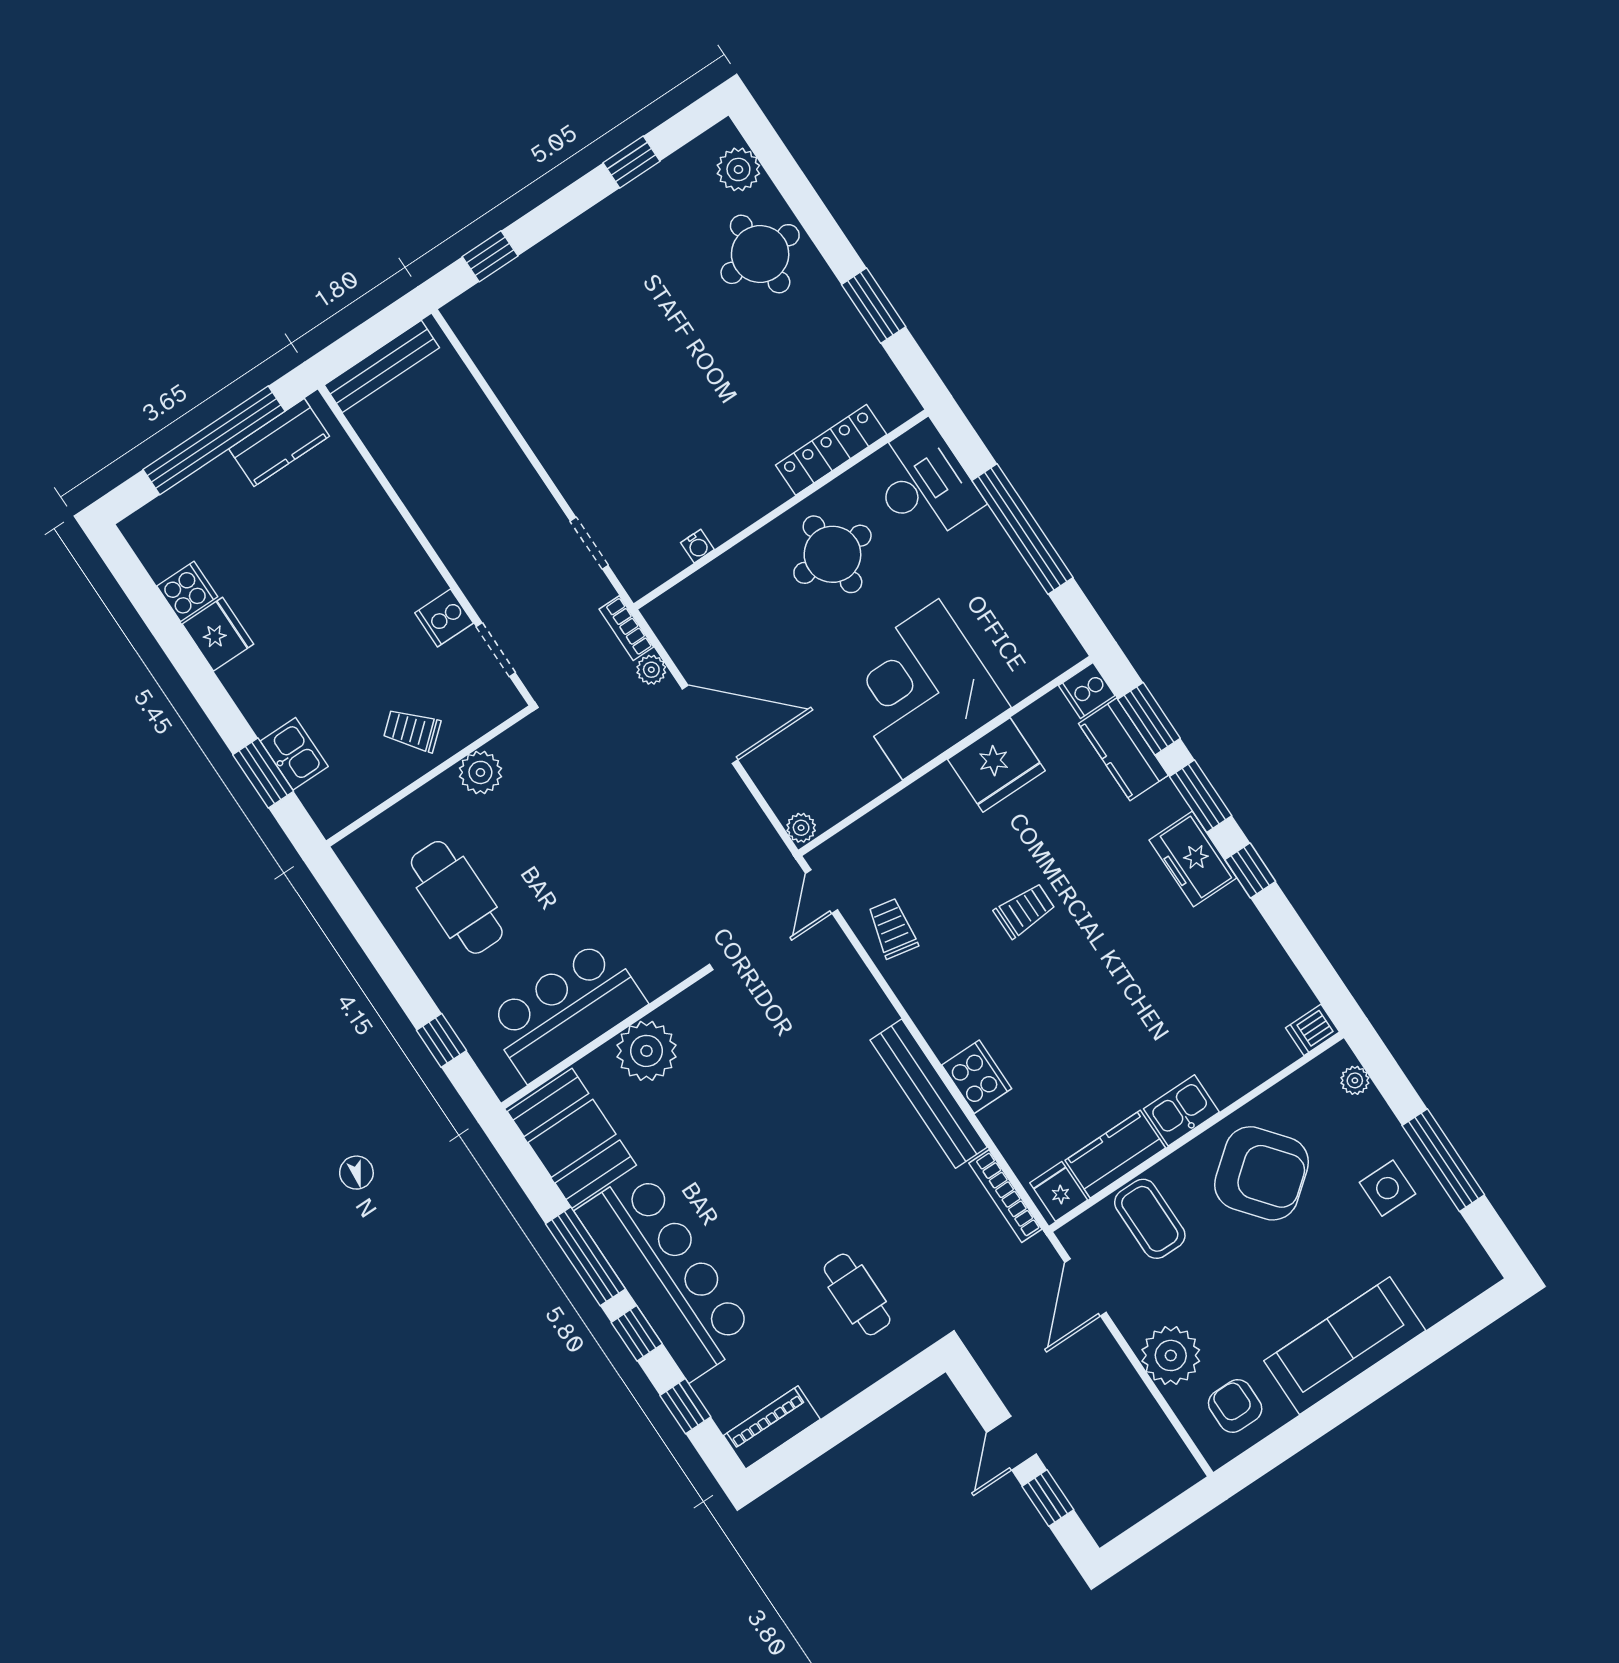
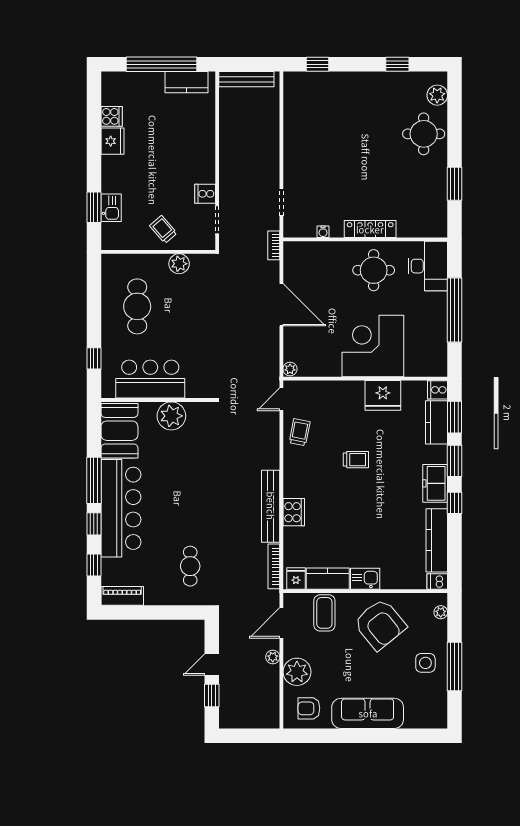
locker: (831, 450) -> (370, 229), moved
plant: (651, 670) -> (273, 657), moved
kitchen counter: (1263, 958) -> (437, 540), added
armchair: (1235, 1406) -> (309, 708), turned -90

